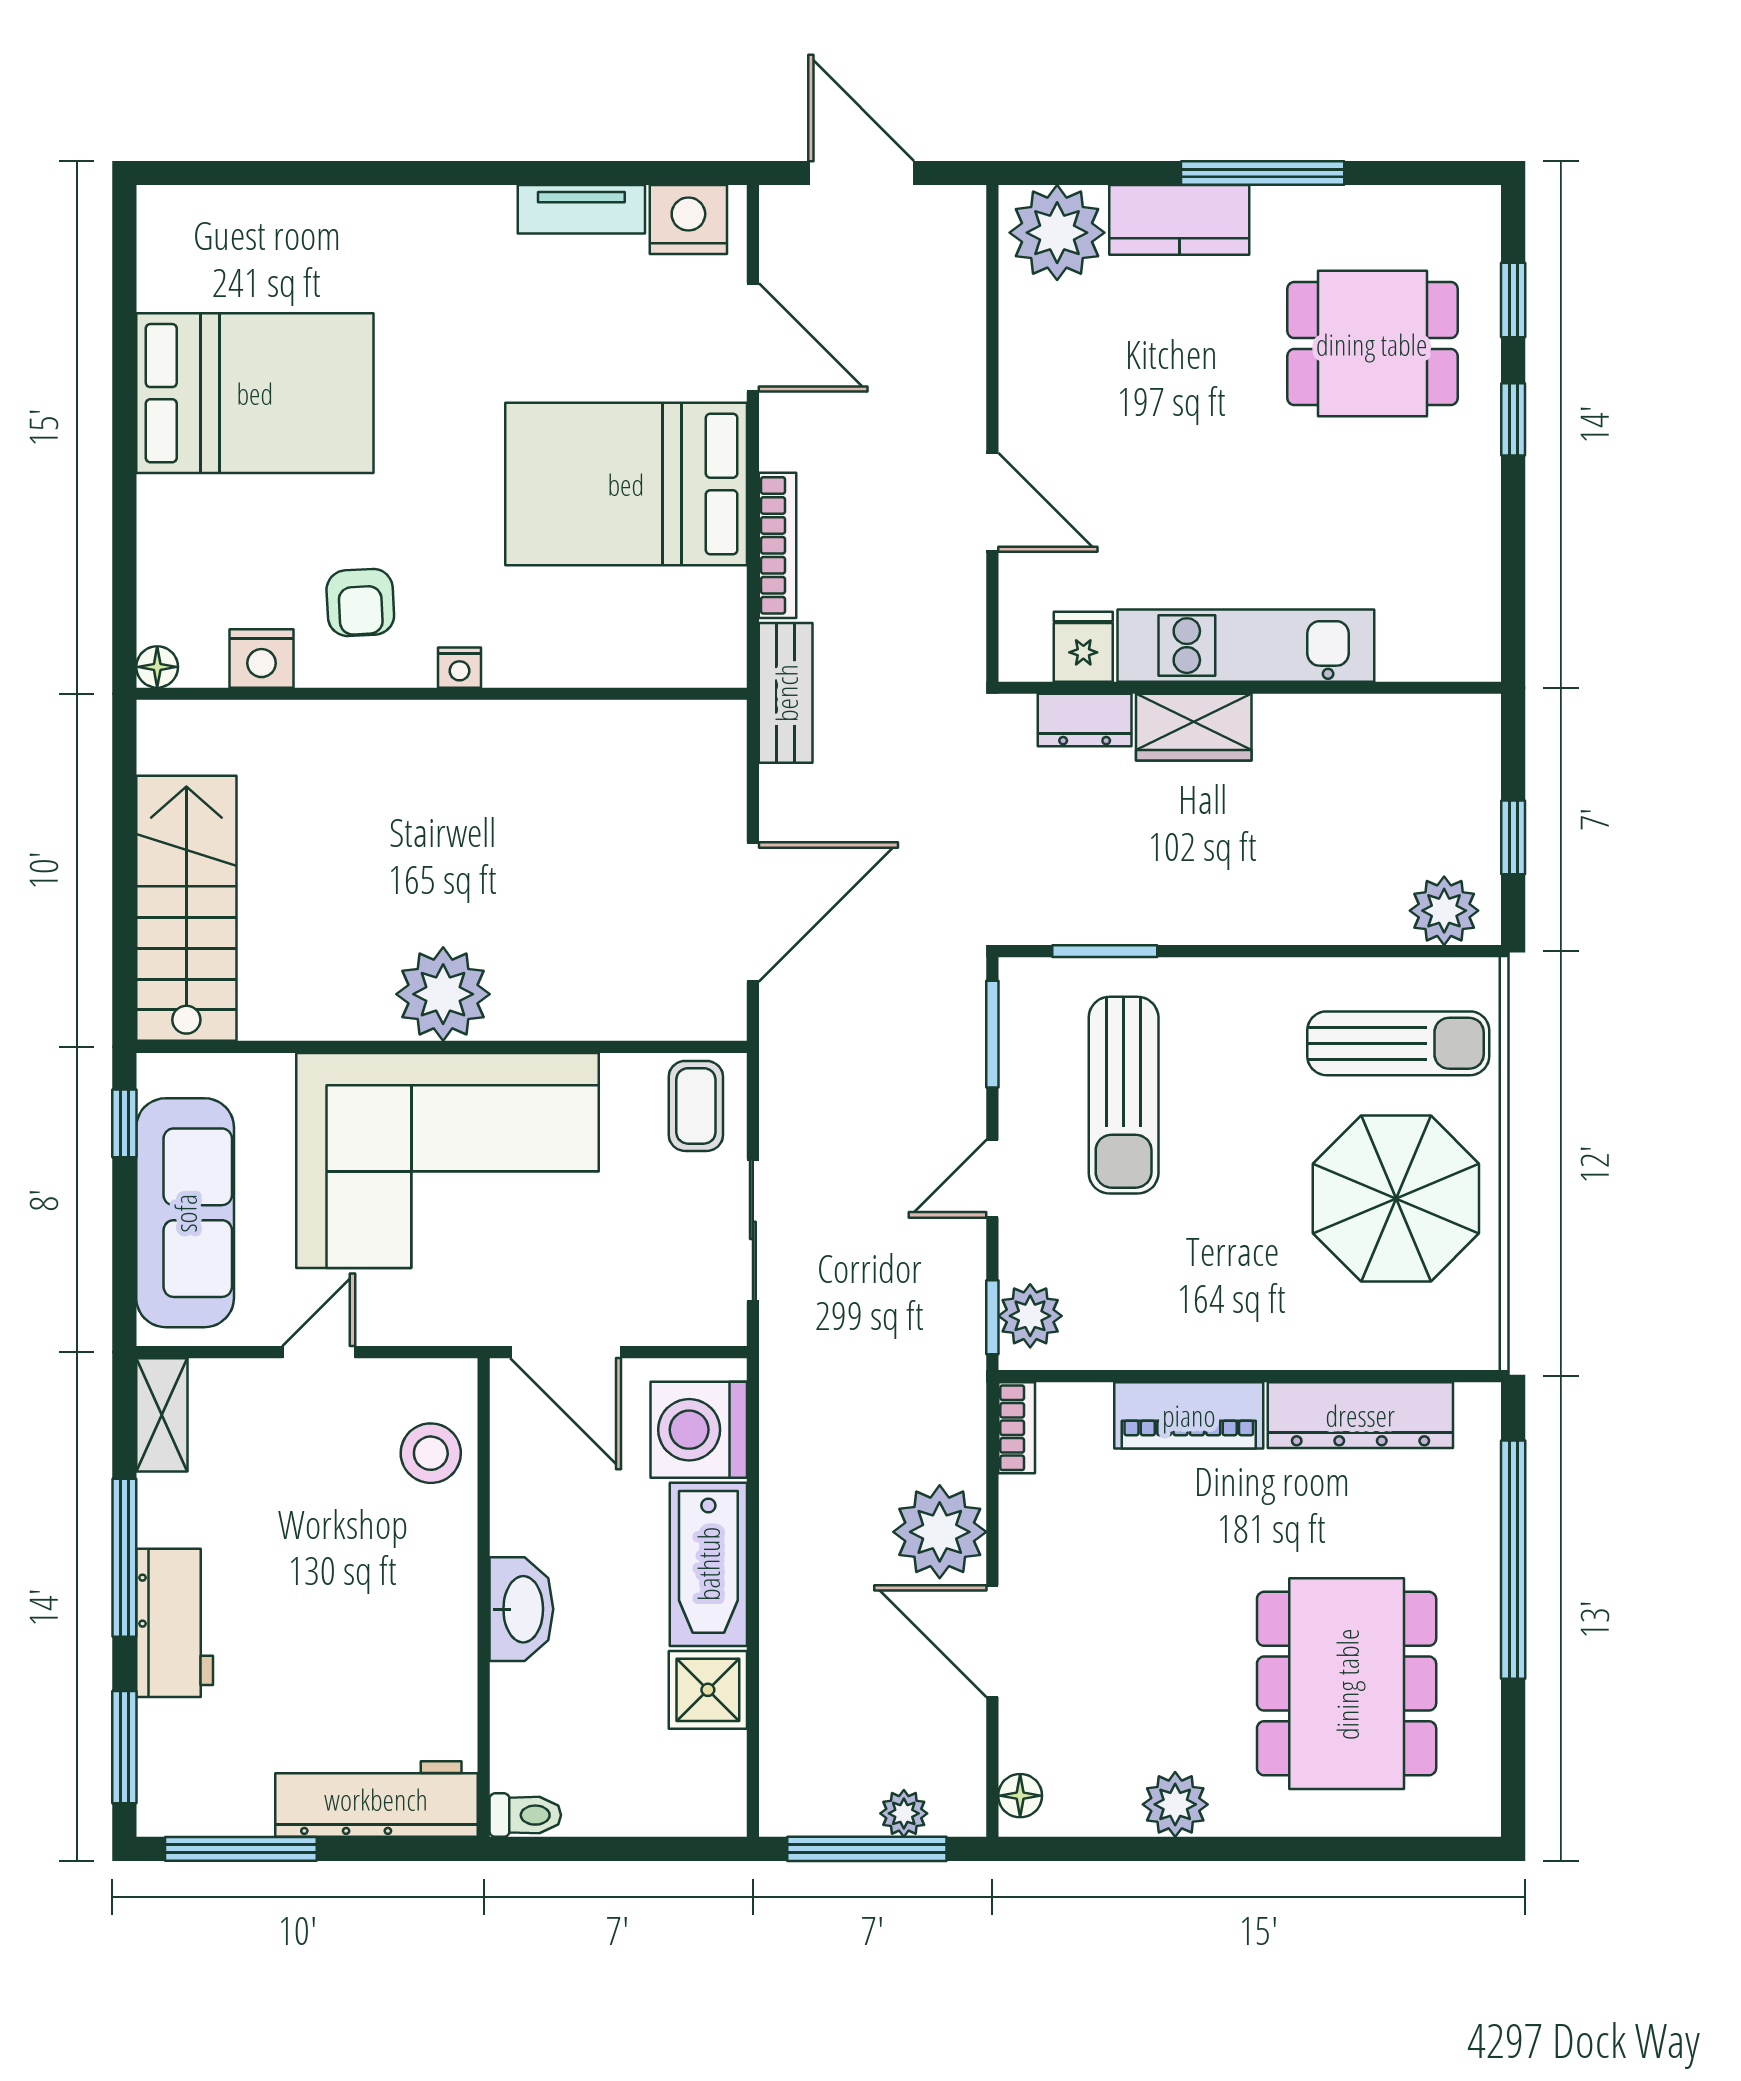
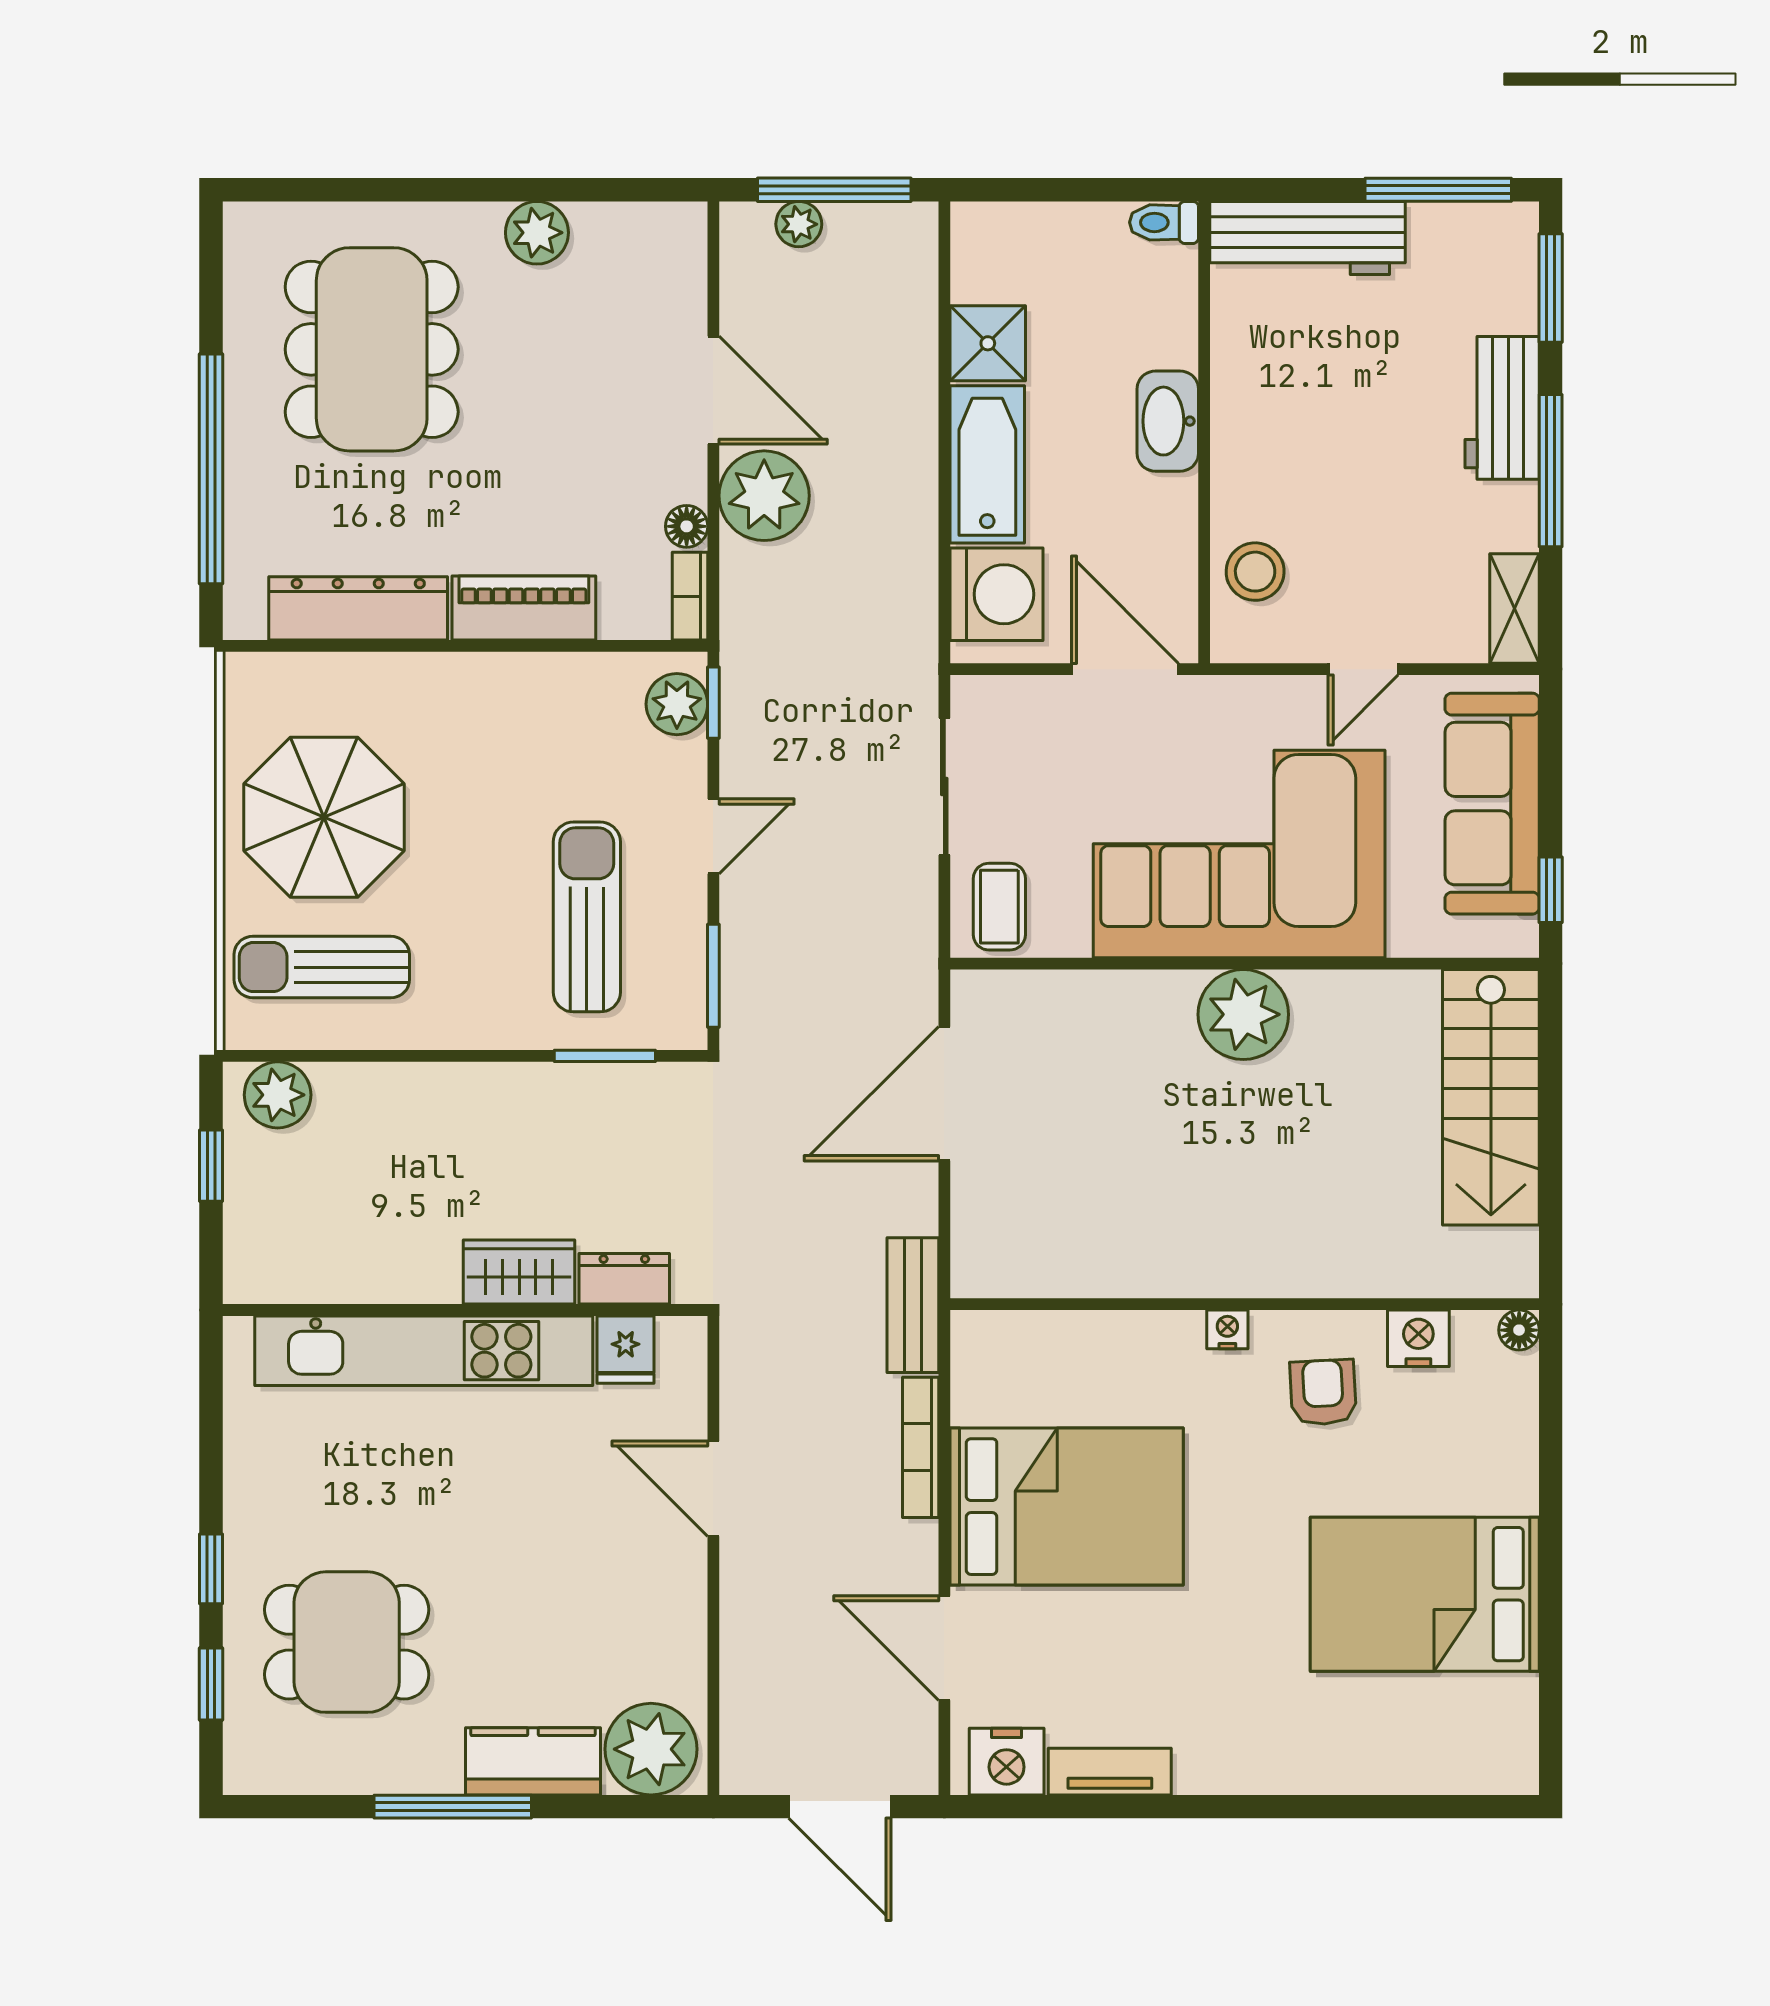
kitchen unit: (1246, 646) -> (424, 1351), width x1.36
floor lamp: (1020, 1796) -> (687, 526), moved

